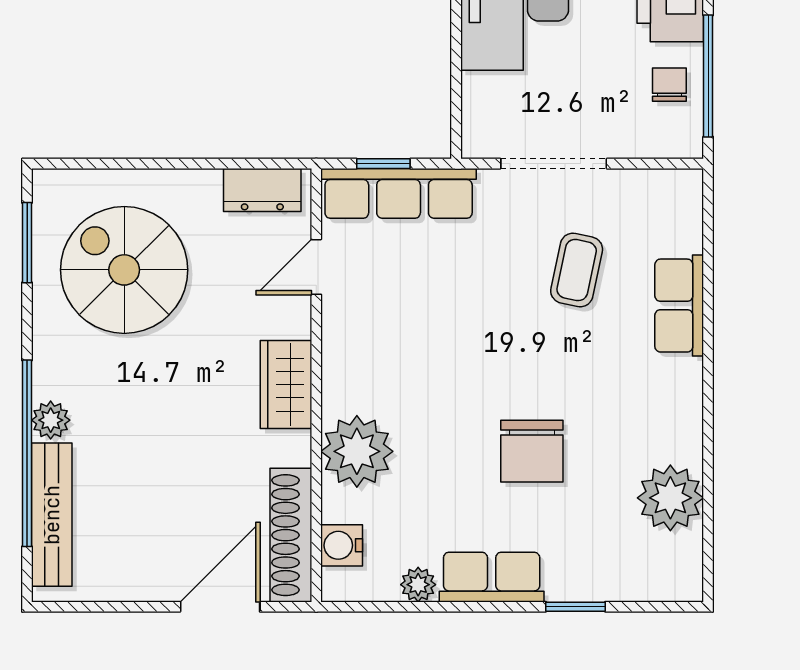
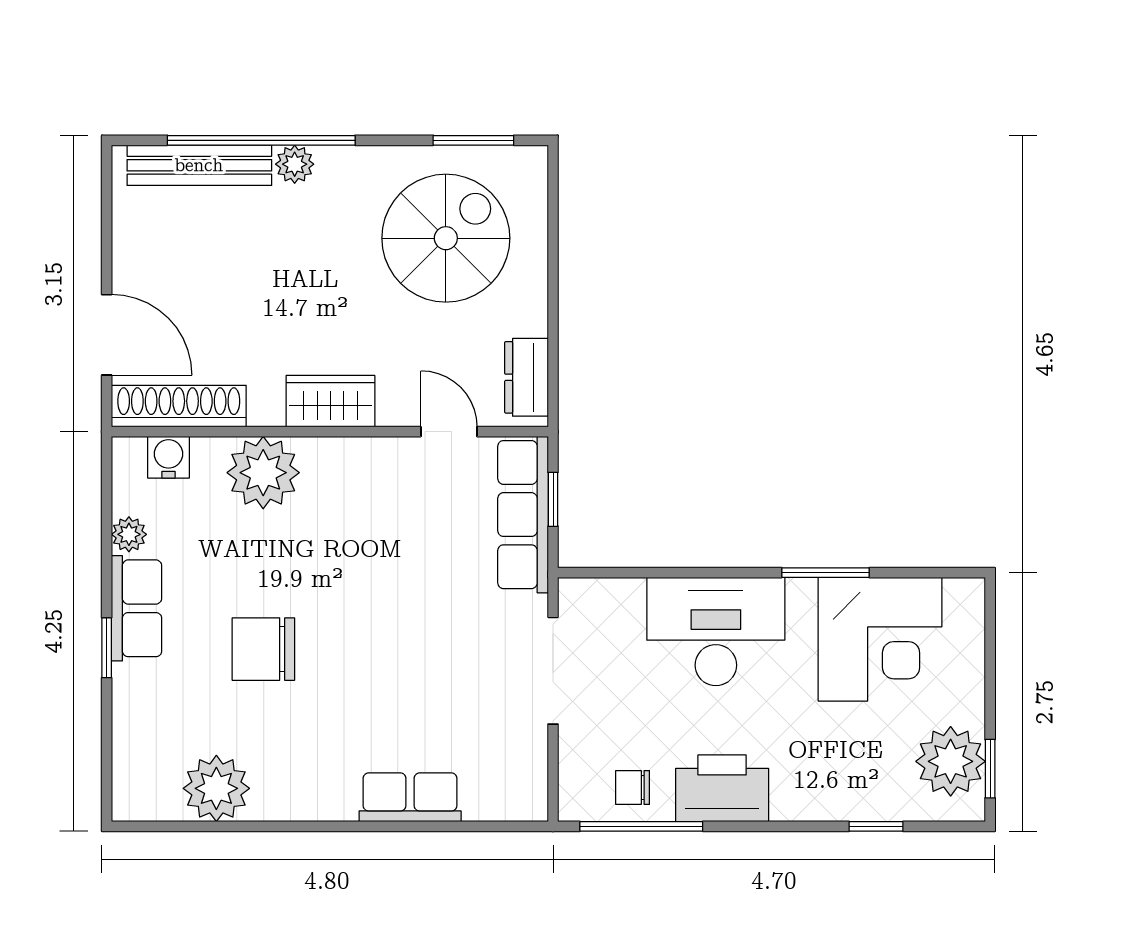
chair: (669, 85) -> (633, 788), turned 180
coffee table: (577, 270) -> (446, 694), removed
window: (575, 607) -> (107, 648), moved

